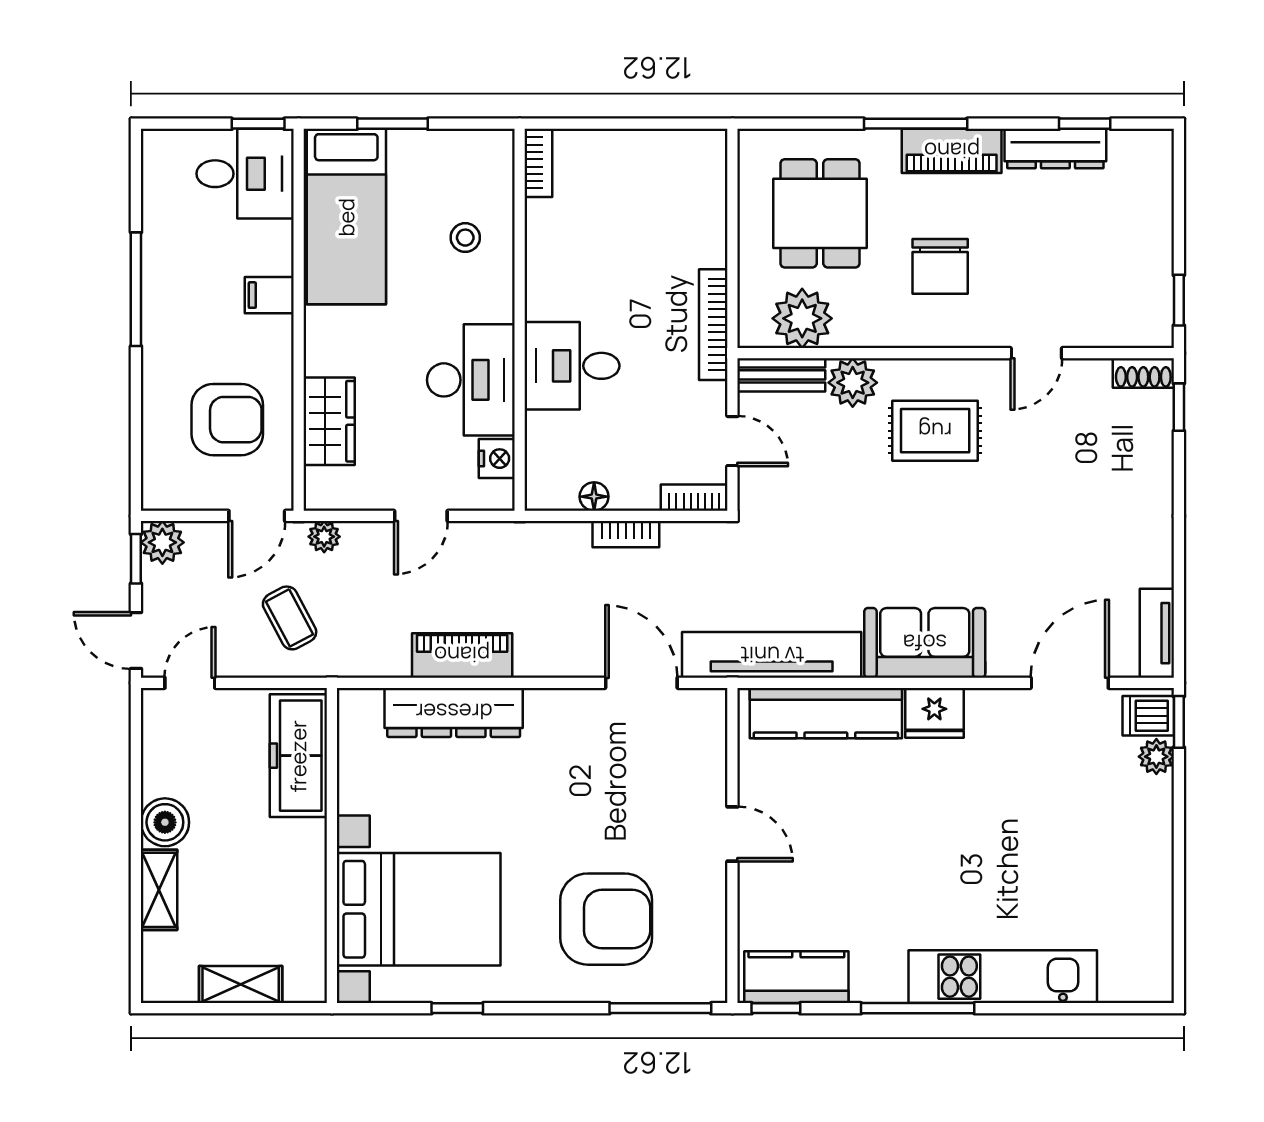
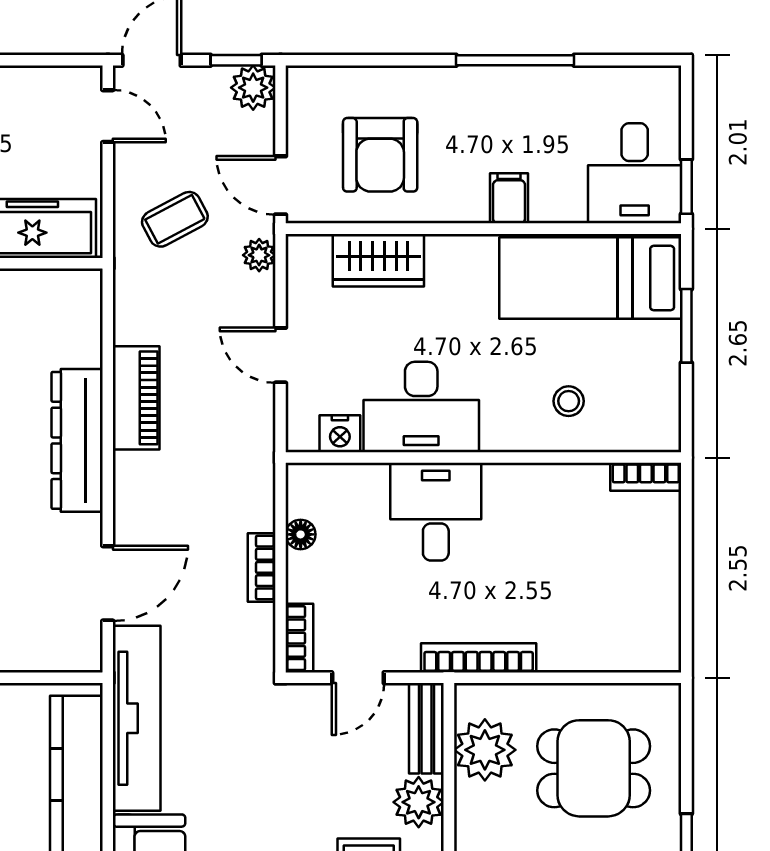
dresser: (454, 712) -> (77, 440), moved

